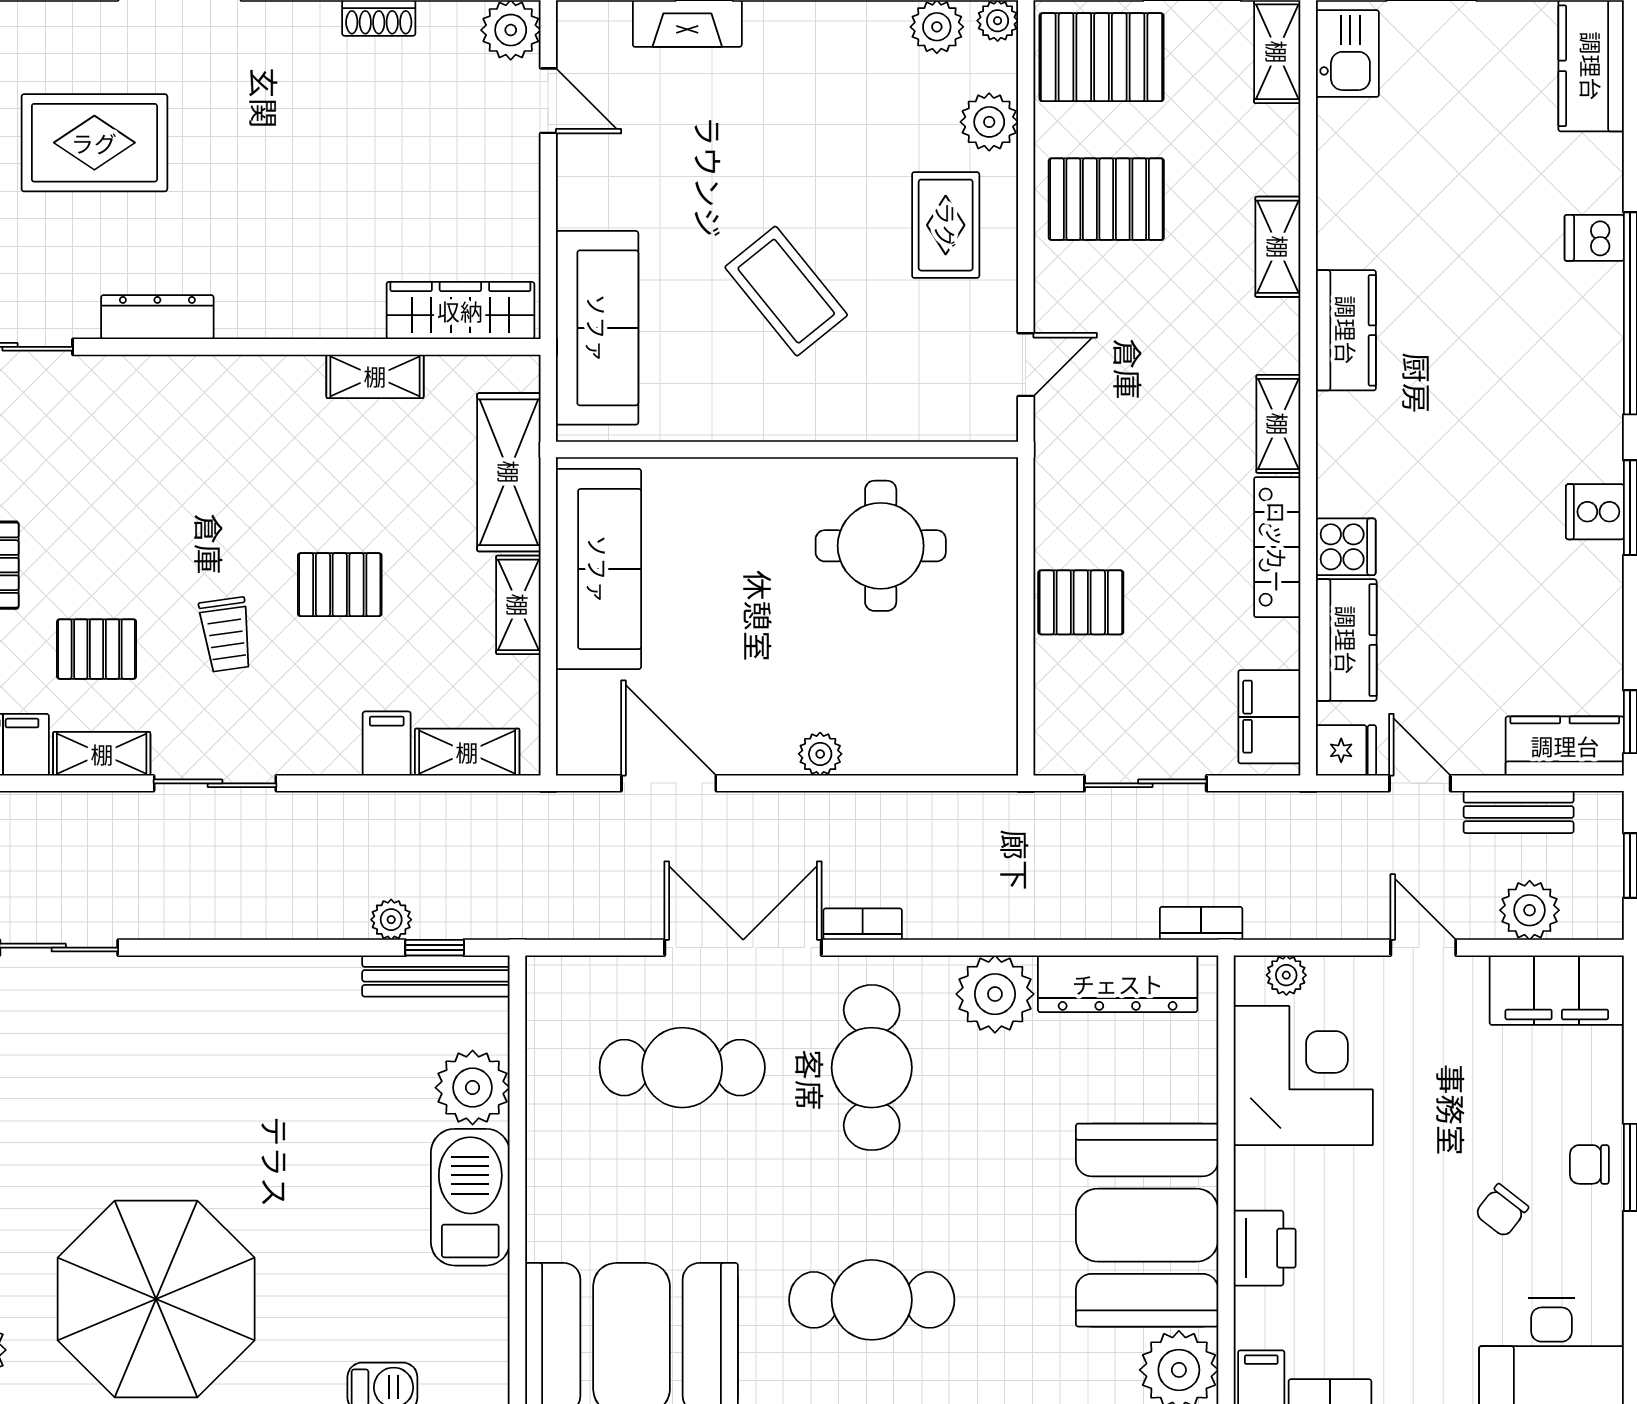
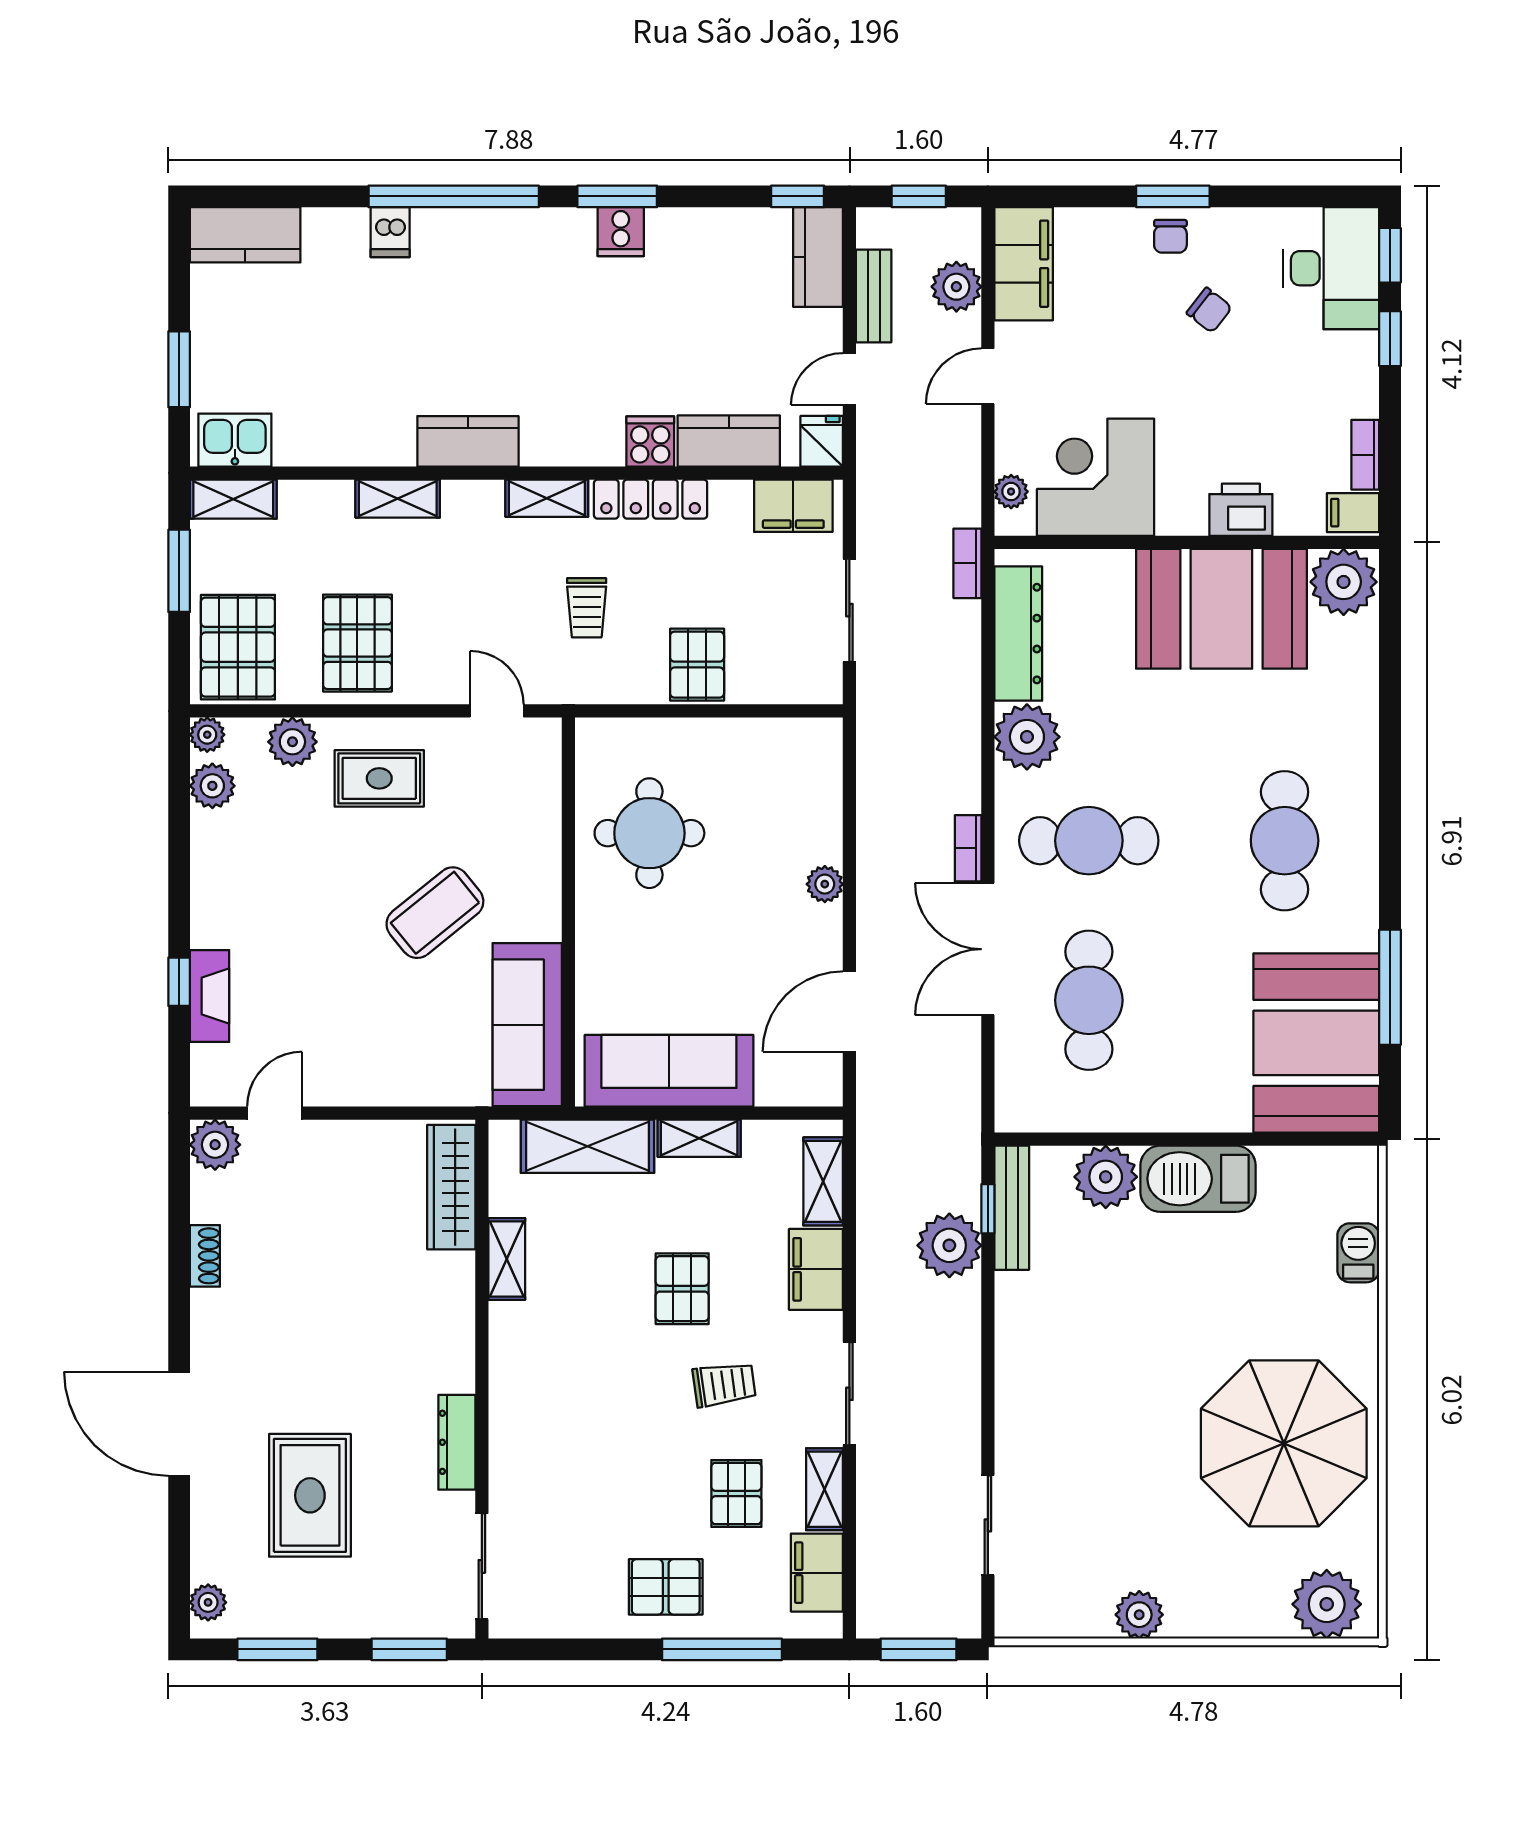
sofa: (597, 328) -> (527, 1025), moved, turned -90
trolley: (1148, 471) -> (587, 608), added
filing cabinet: (387, 744) -> (816, 1269), width x2.00
plant: (391, 920) -> (949, 1245), width x1.87, depth x1.87

